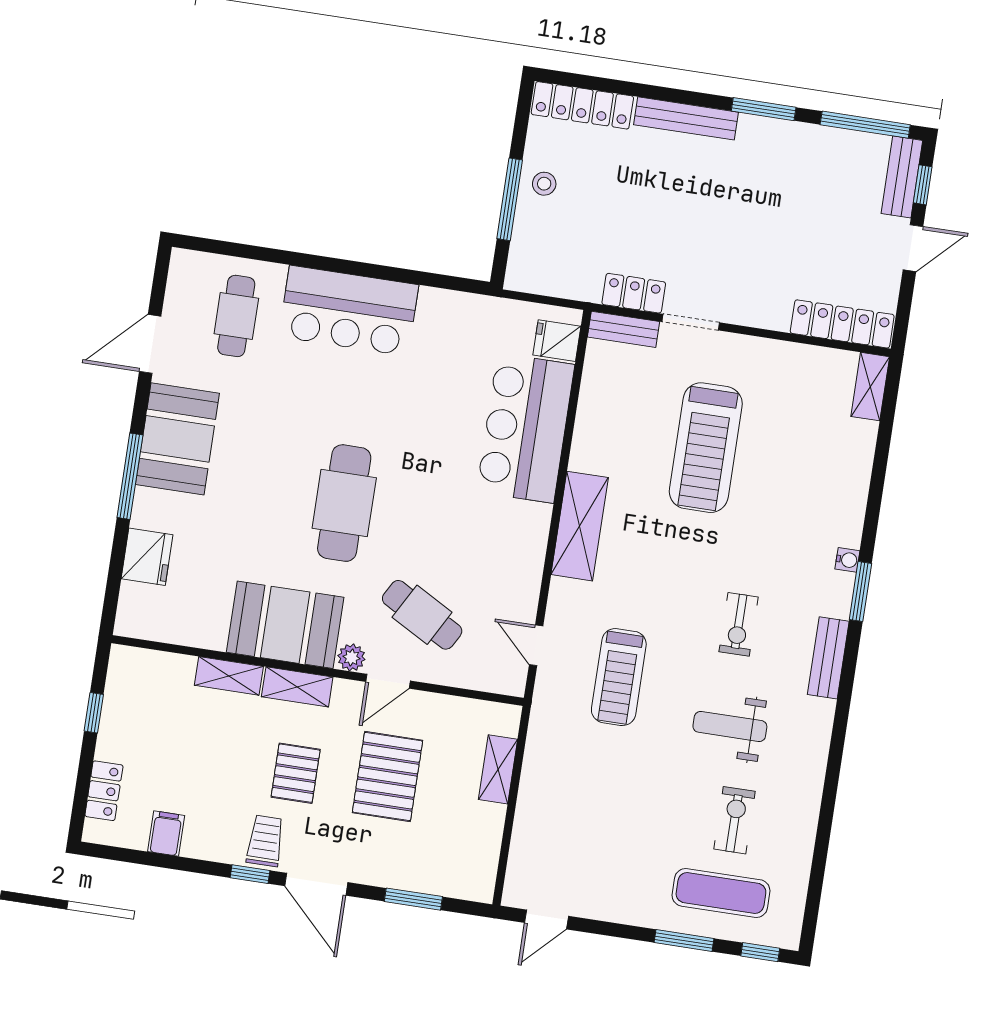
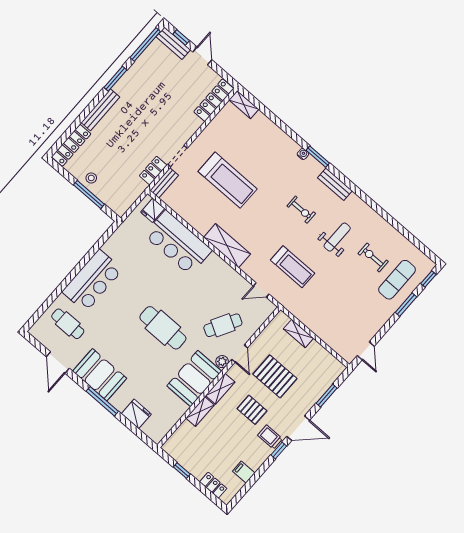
weight bench: (730, 726) -> (337, 237), turned 180

